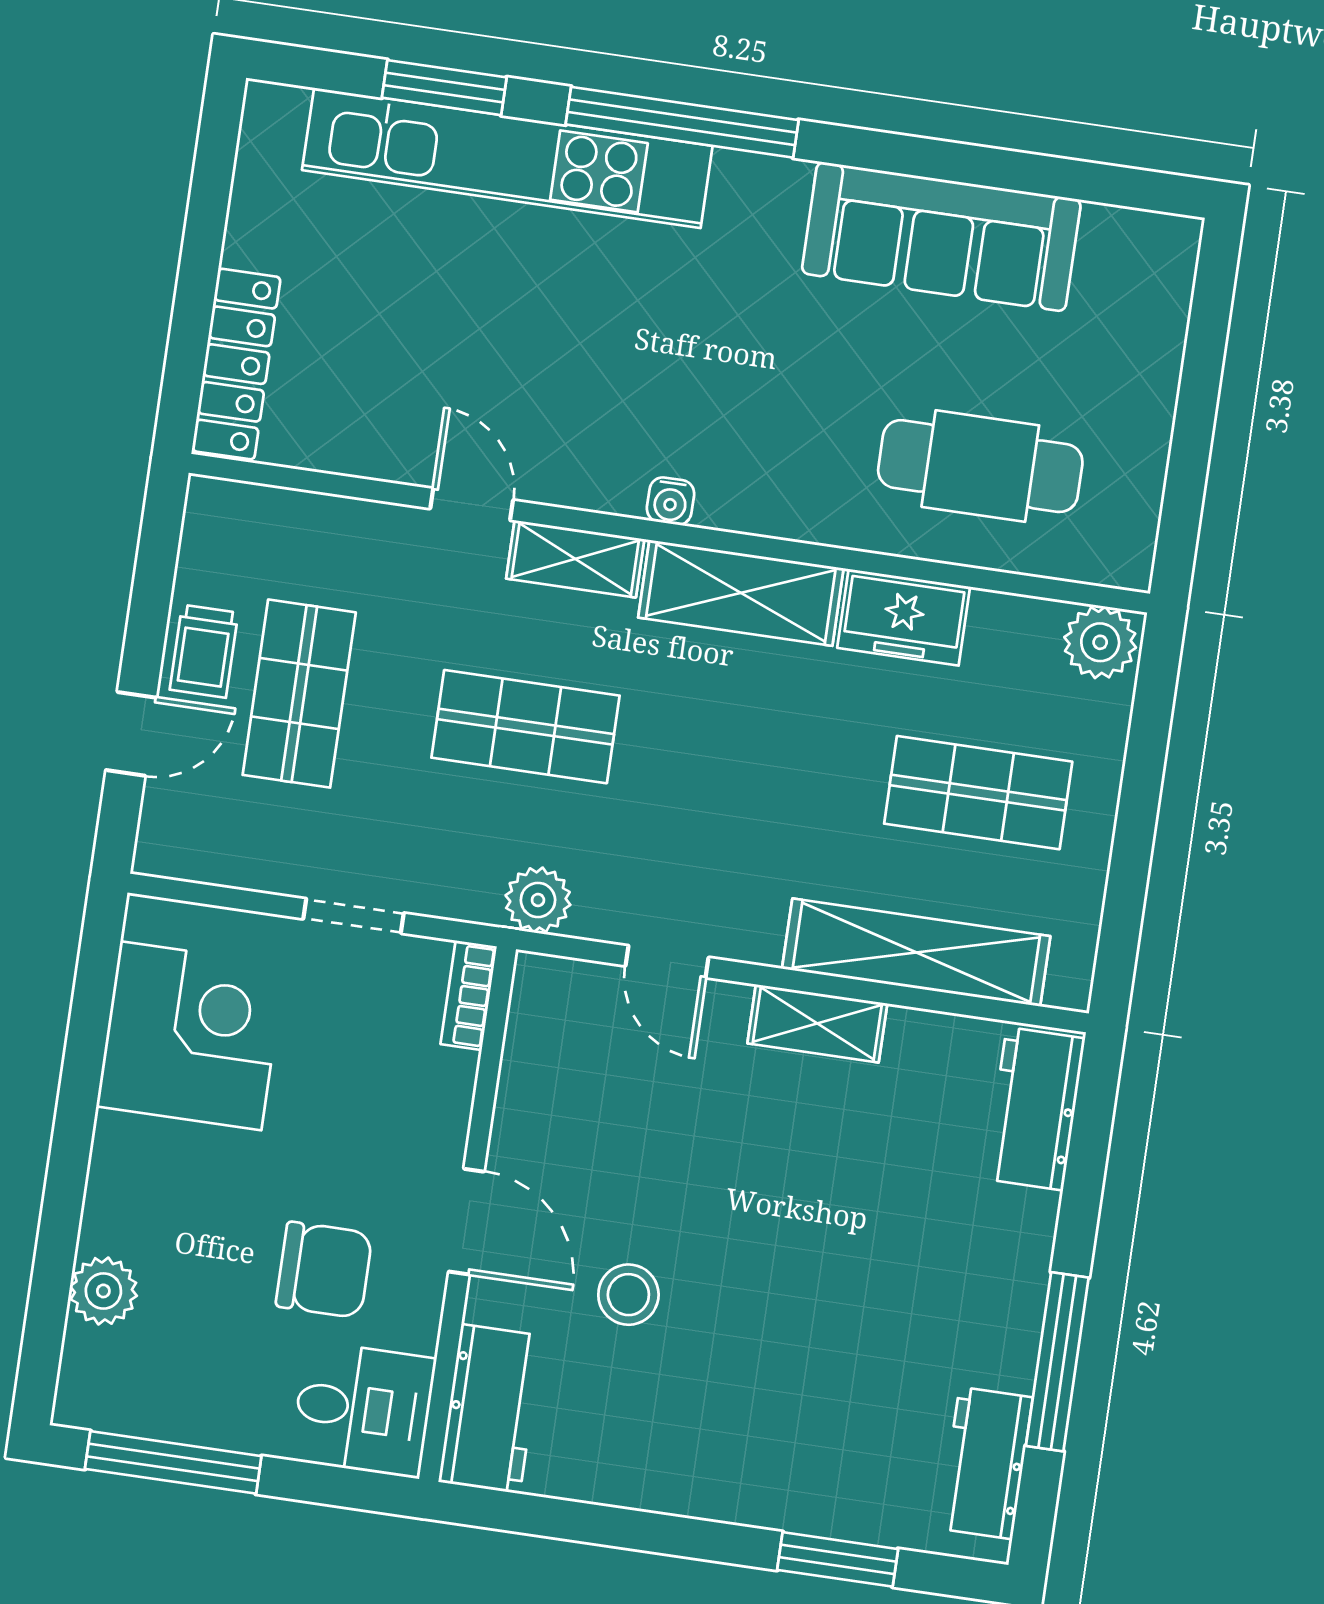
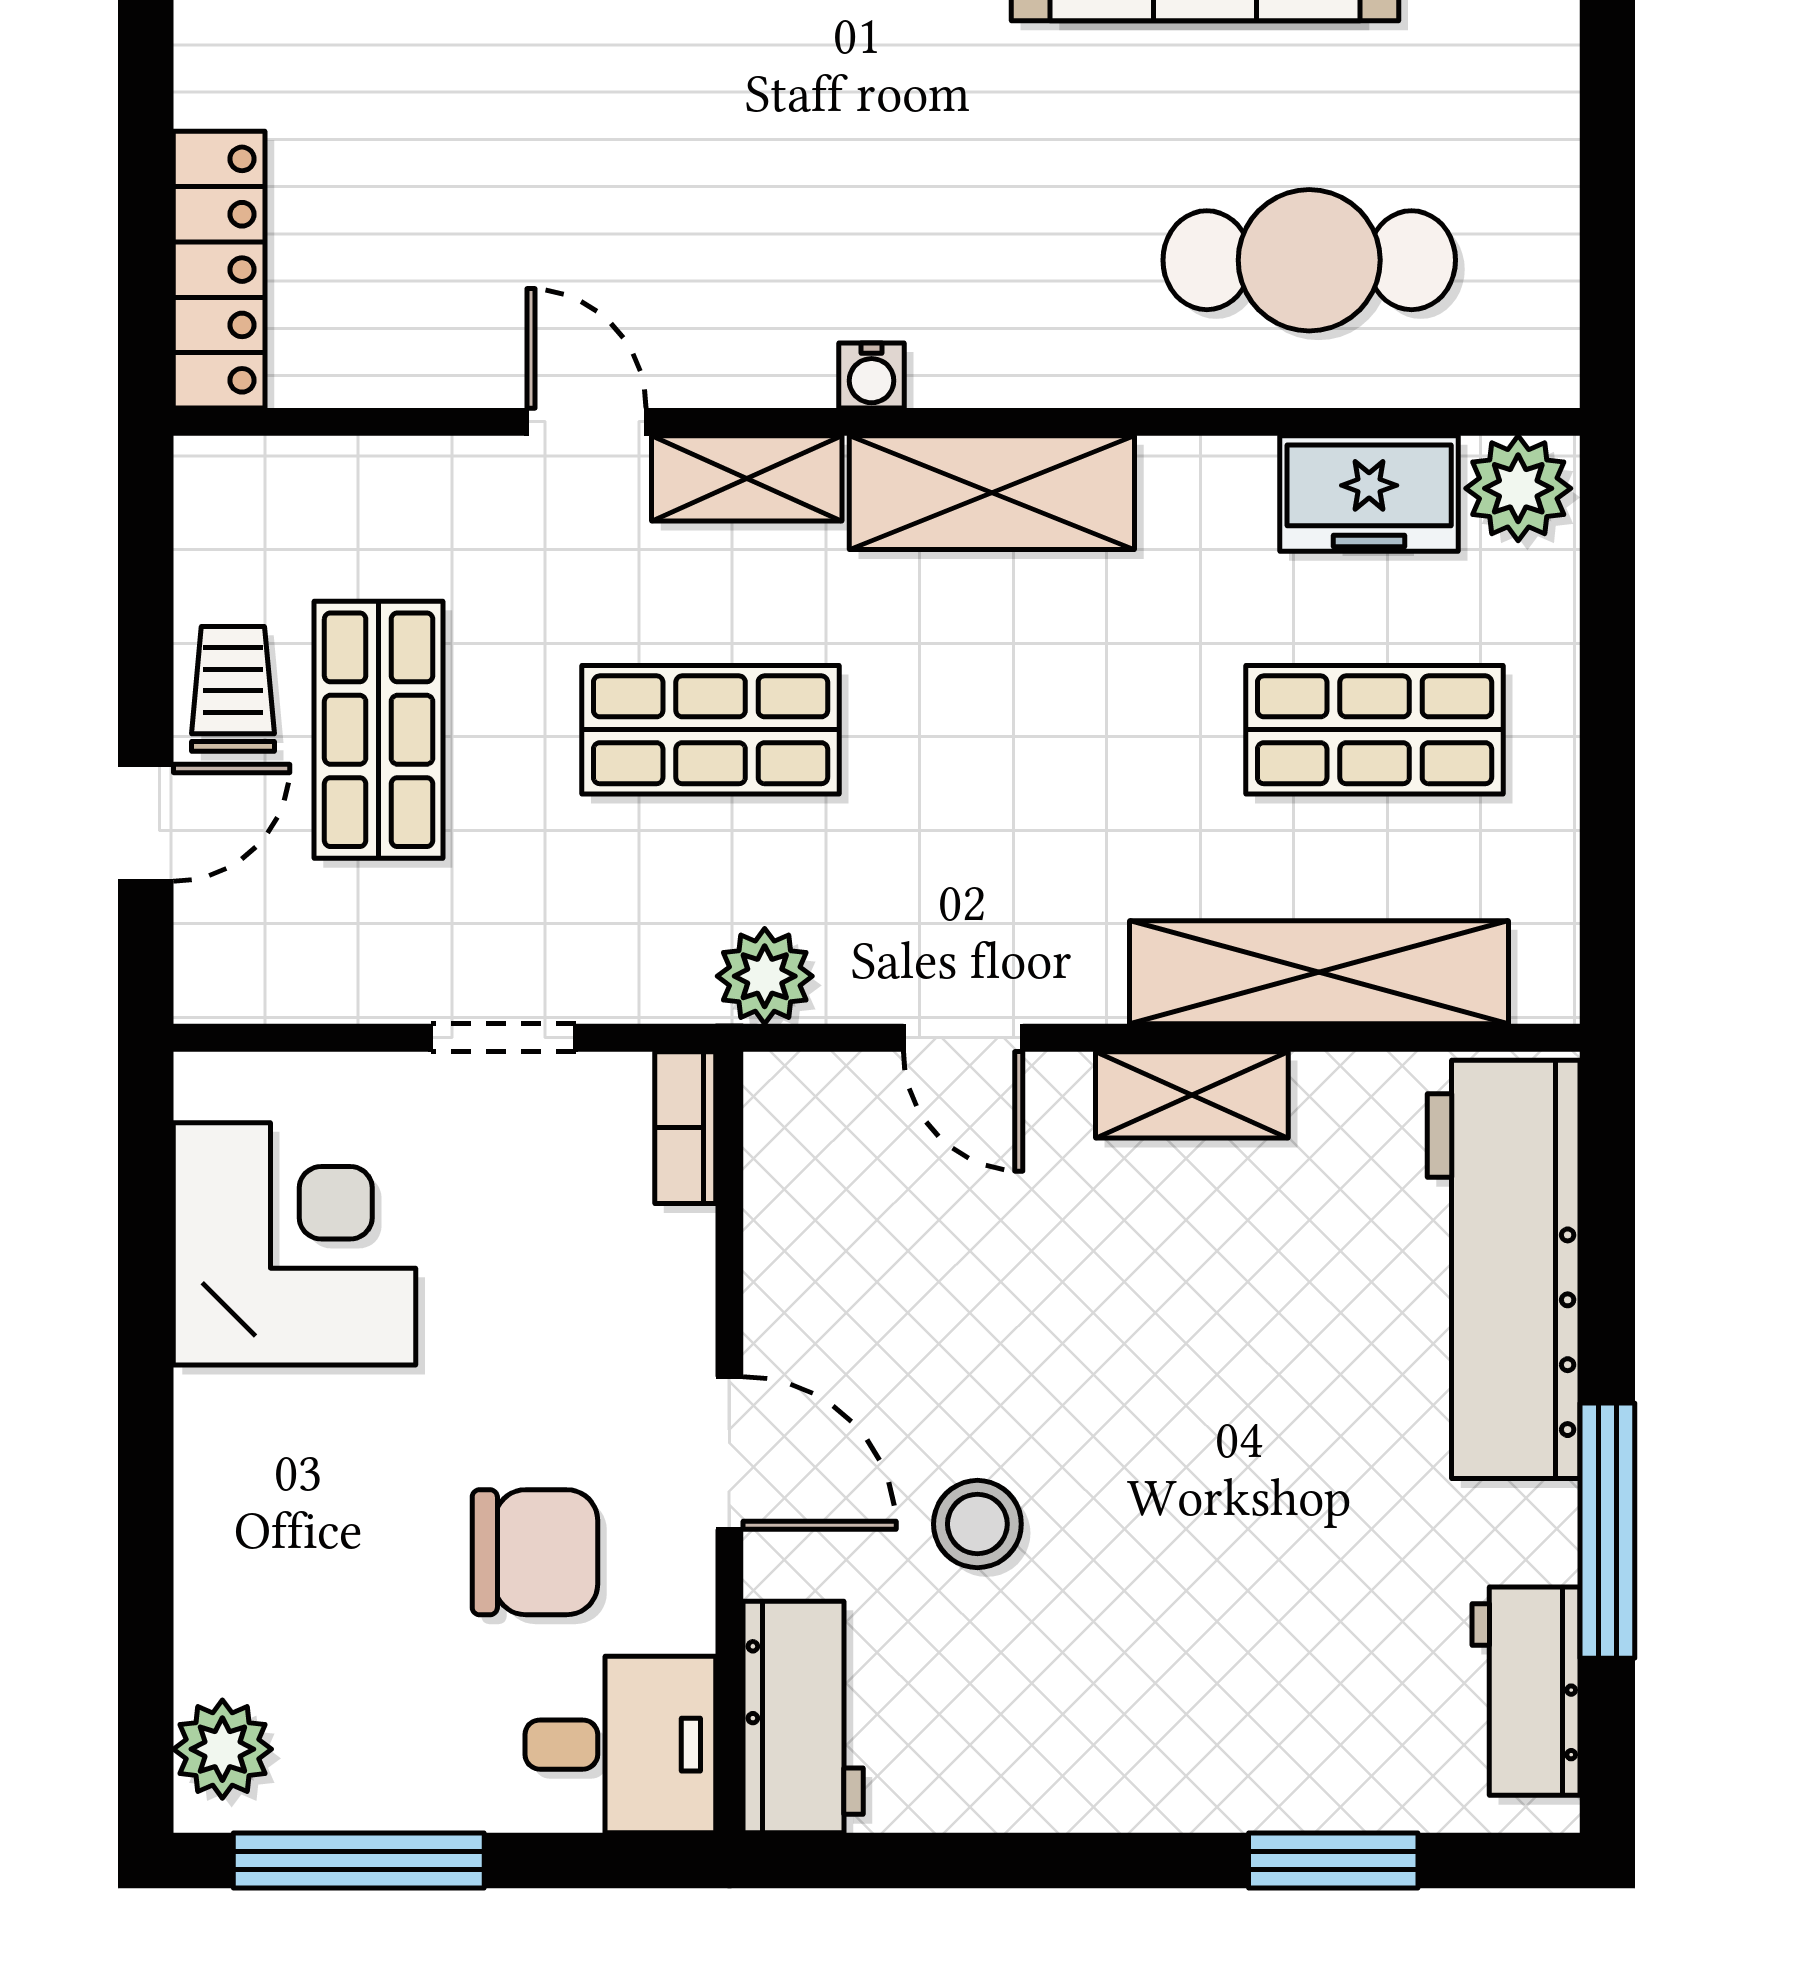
freezer: (904, 617) -> (1369, 494), moved
trolley: (204, 651) -> (233, 689), turned 180
workbench: (1035, 1109) -> (1504, 1269), width x1.88, depth x1.32
plant: (103, 1291) -> (222, 1749), moved

